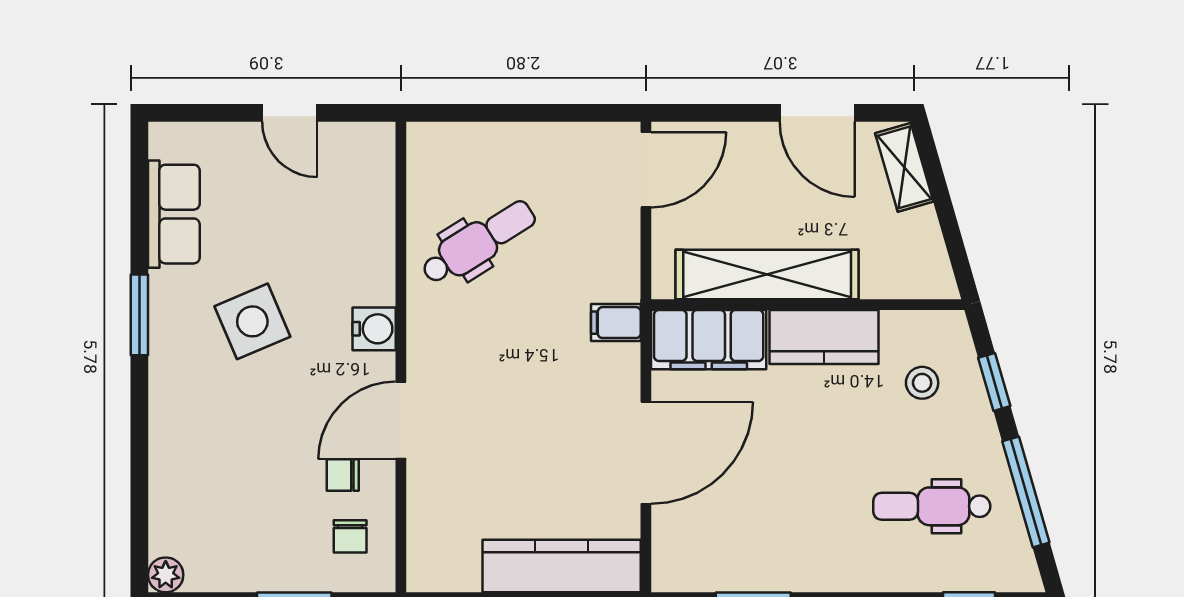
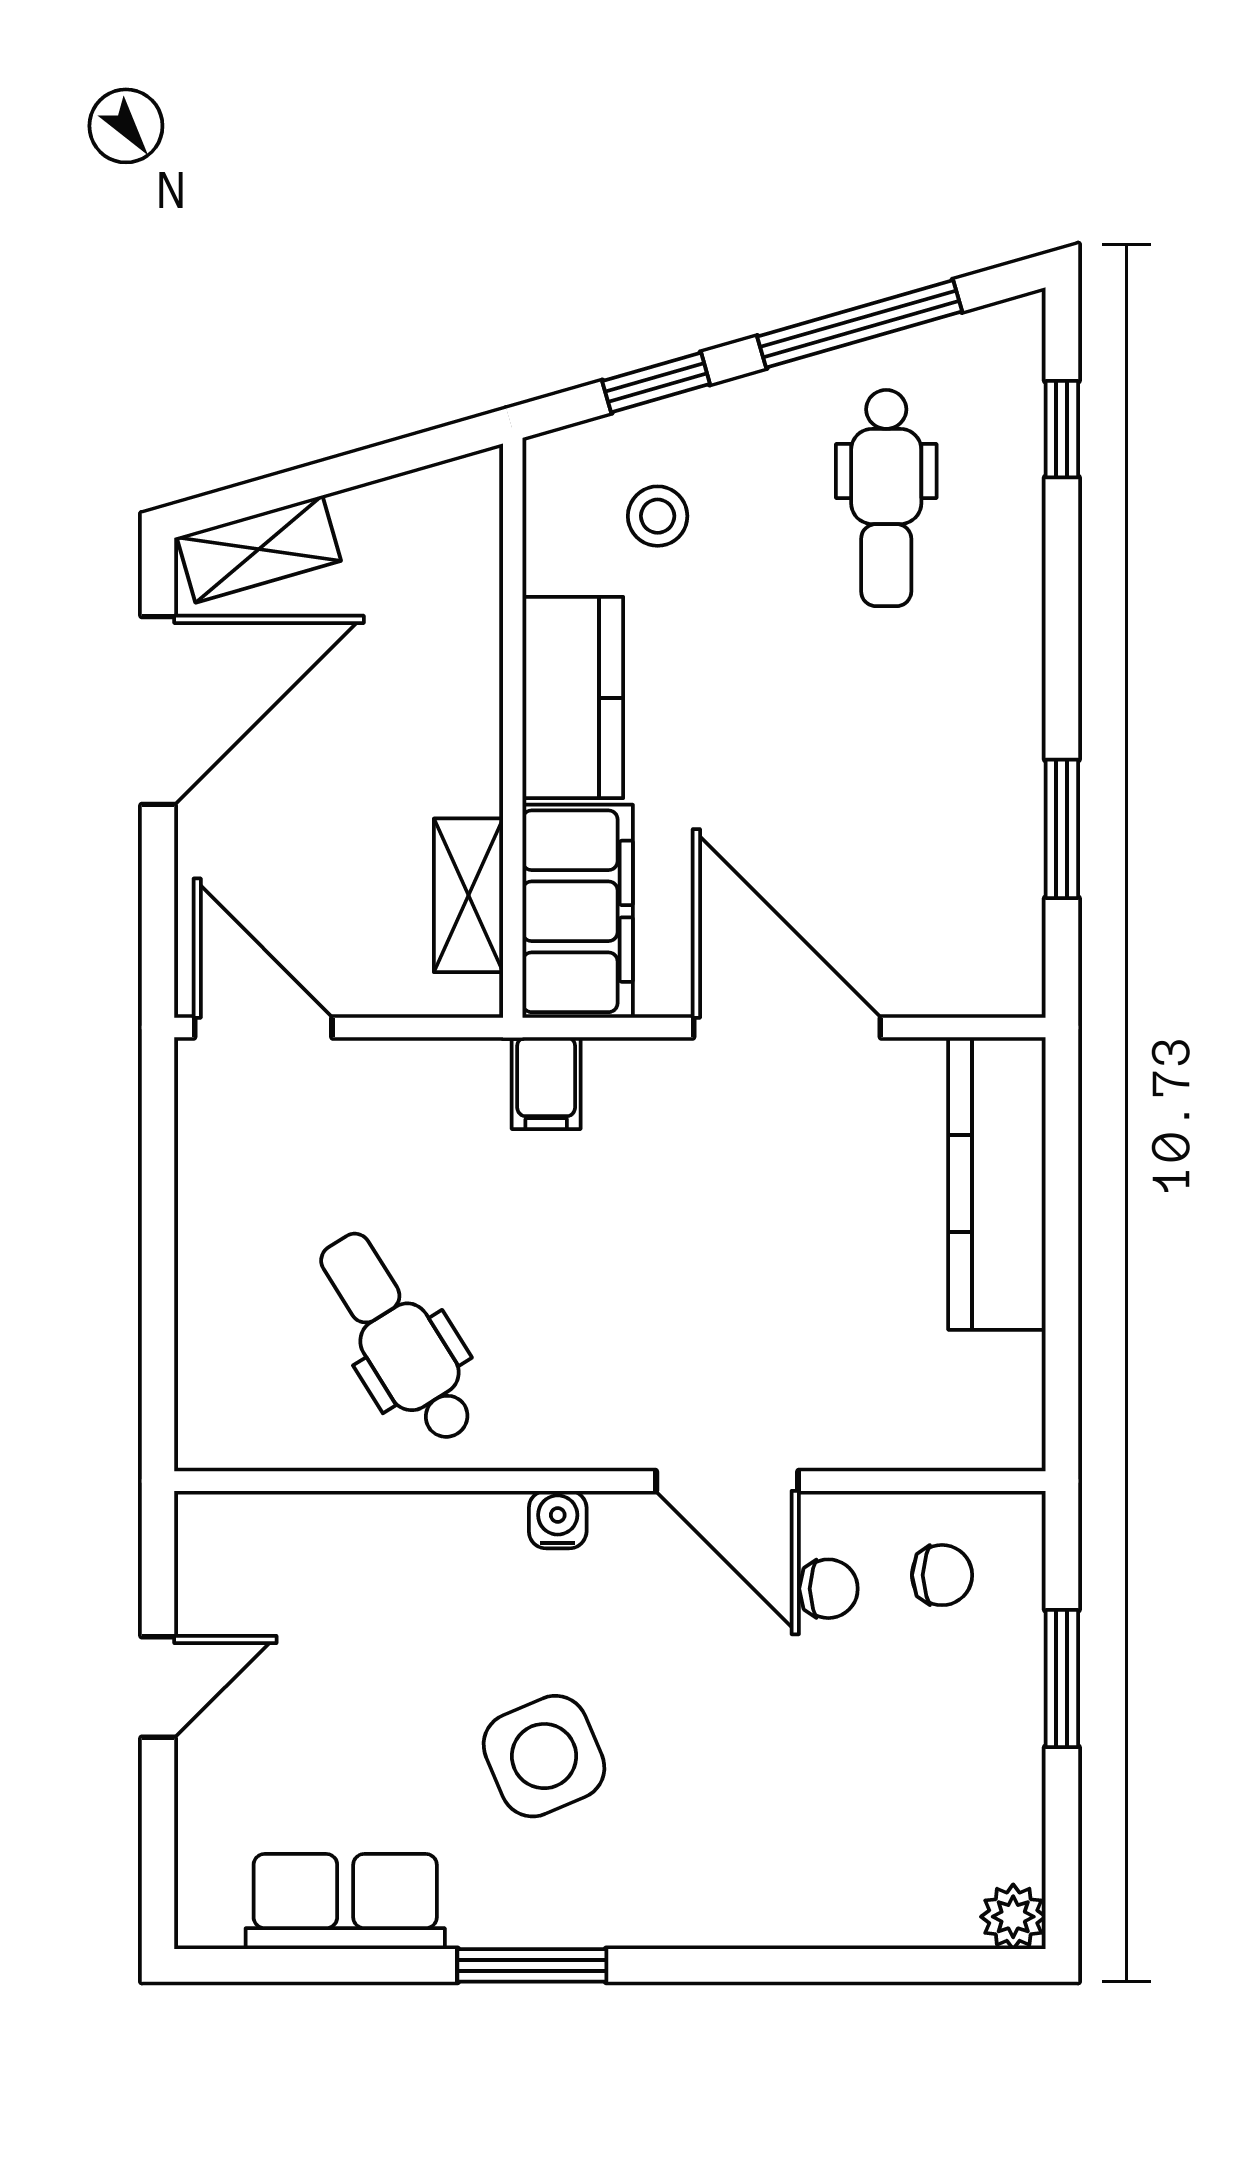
door: (817, 113) -> (158, 711), width x1.36
shelving: (767, 274) -> (468, 895), width x0.45, depth x0.75
water cooler: (374, 329) -> (558, 1520), width x0.72, depth x0.72
chair: (343, 475) -> (828, 1589), turned -90

